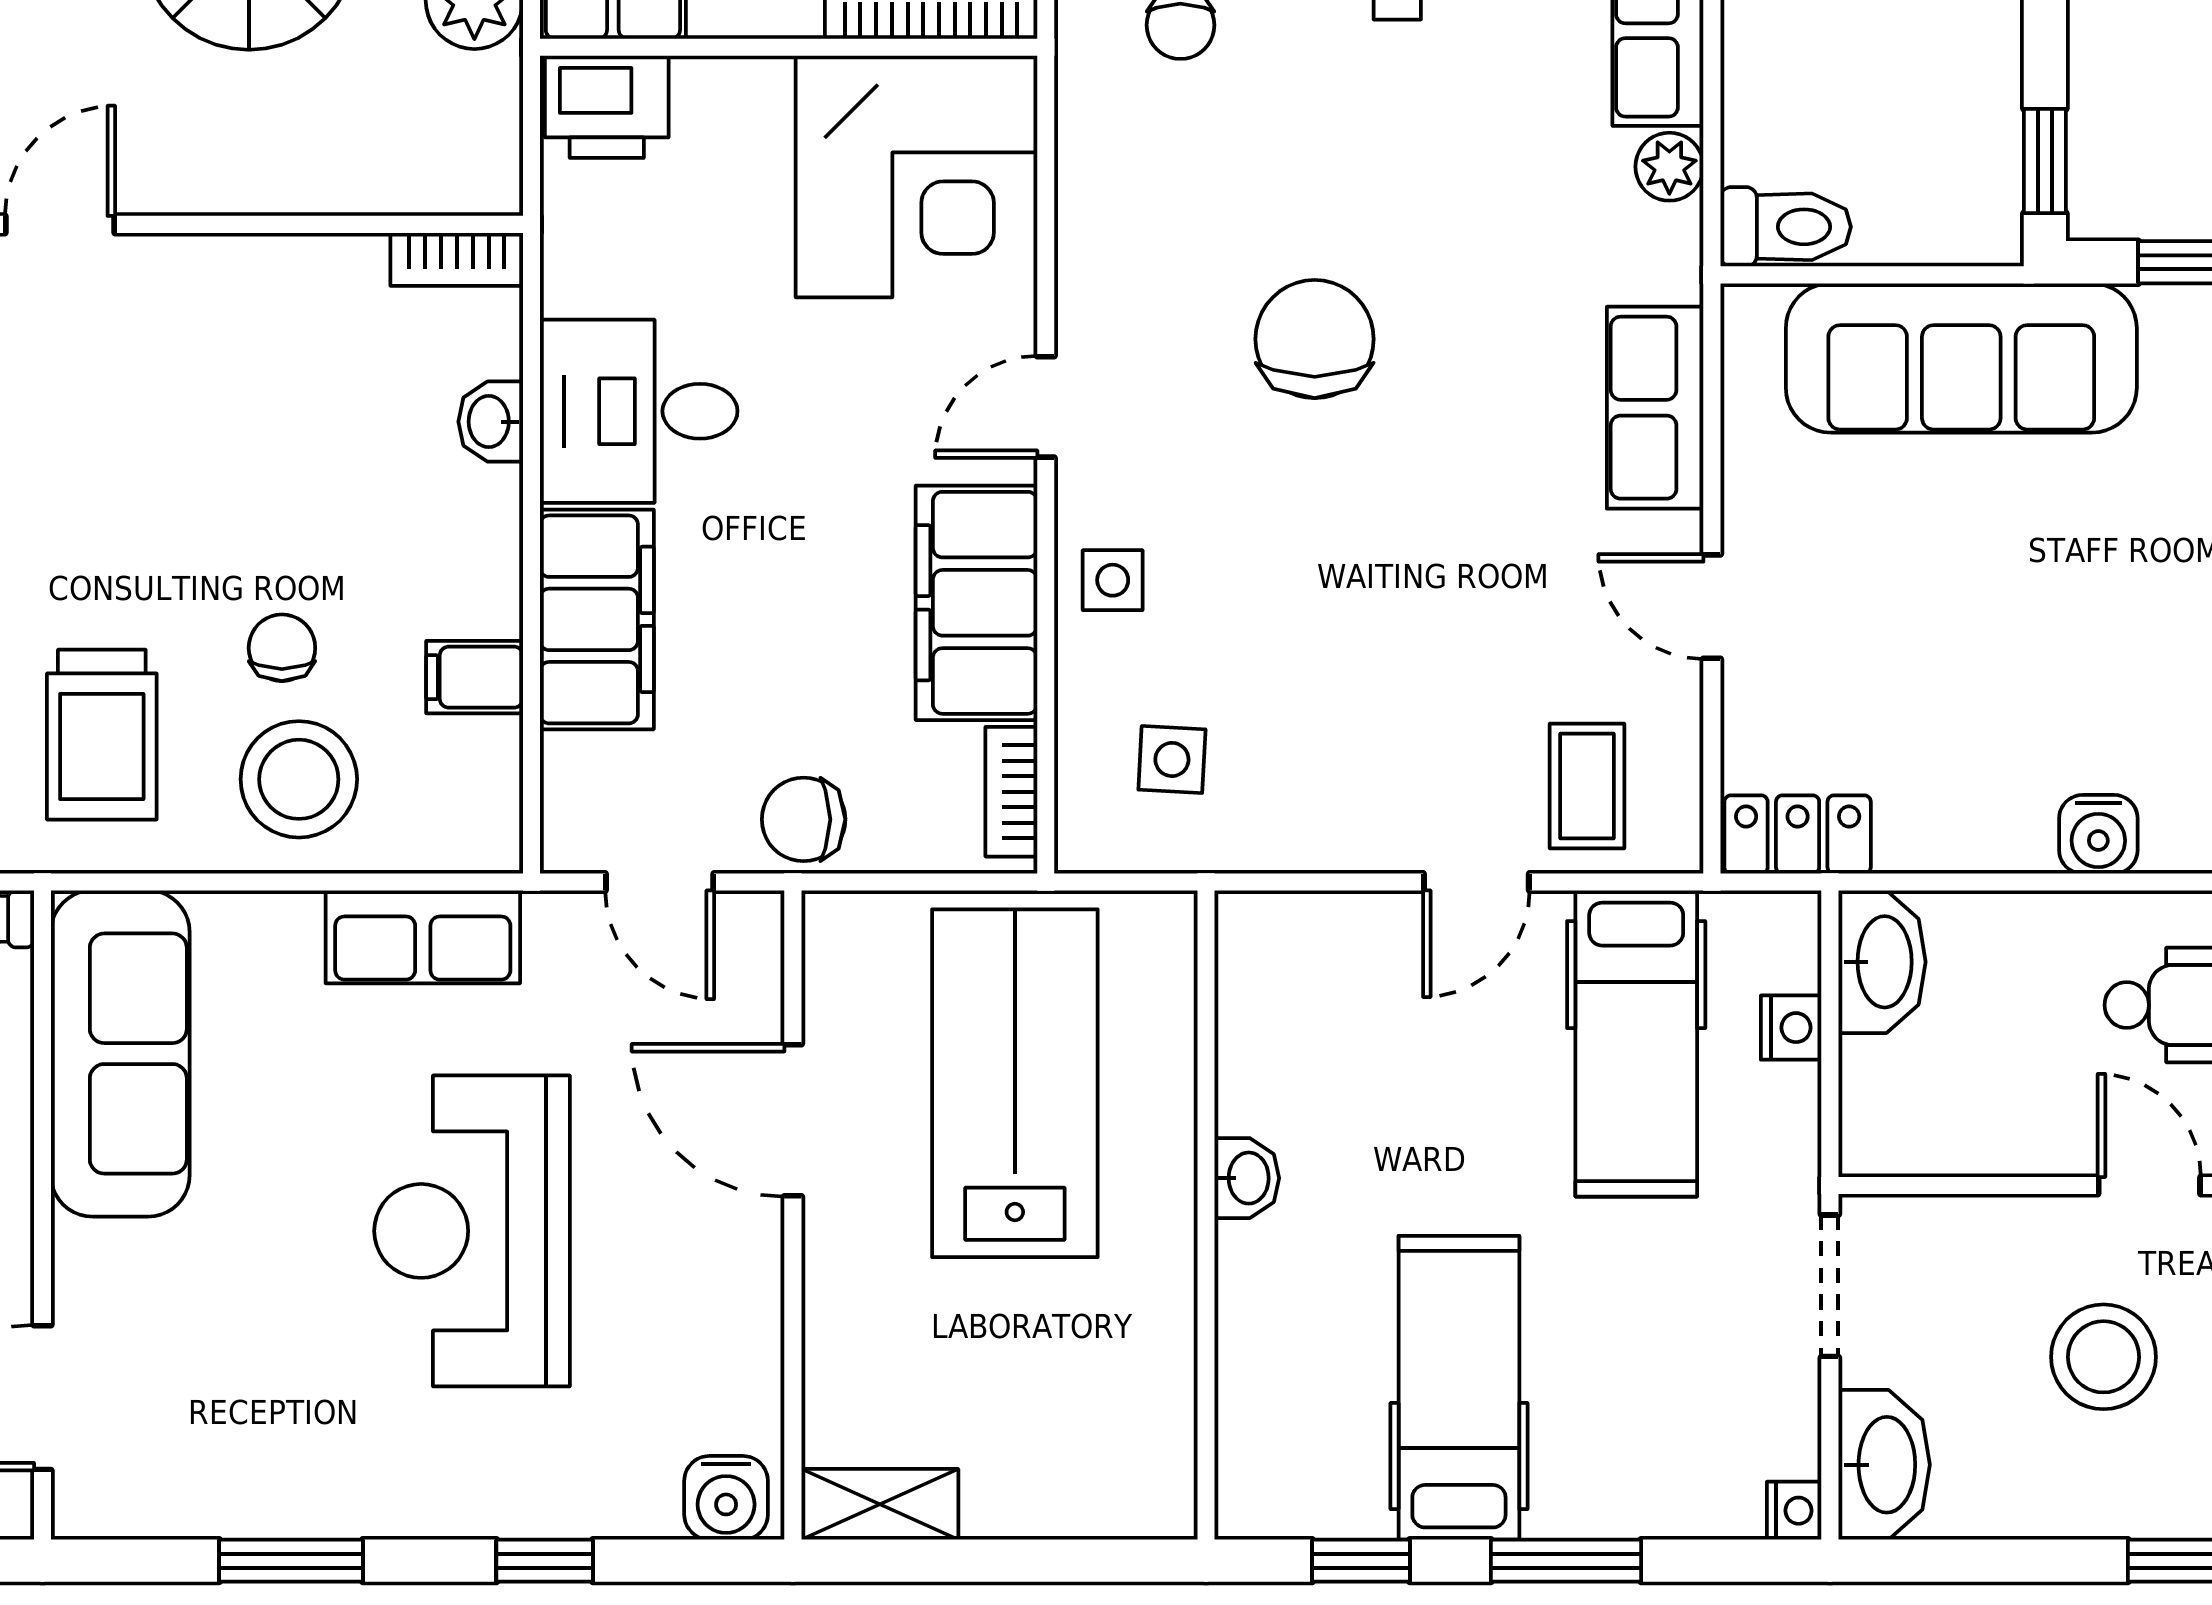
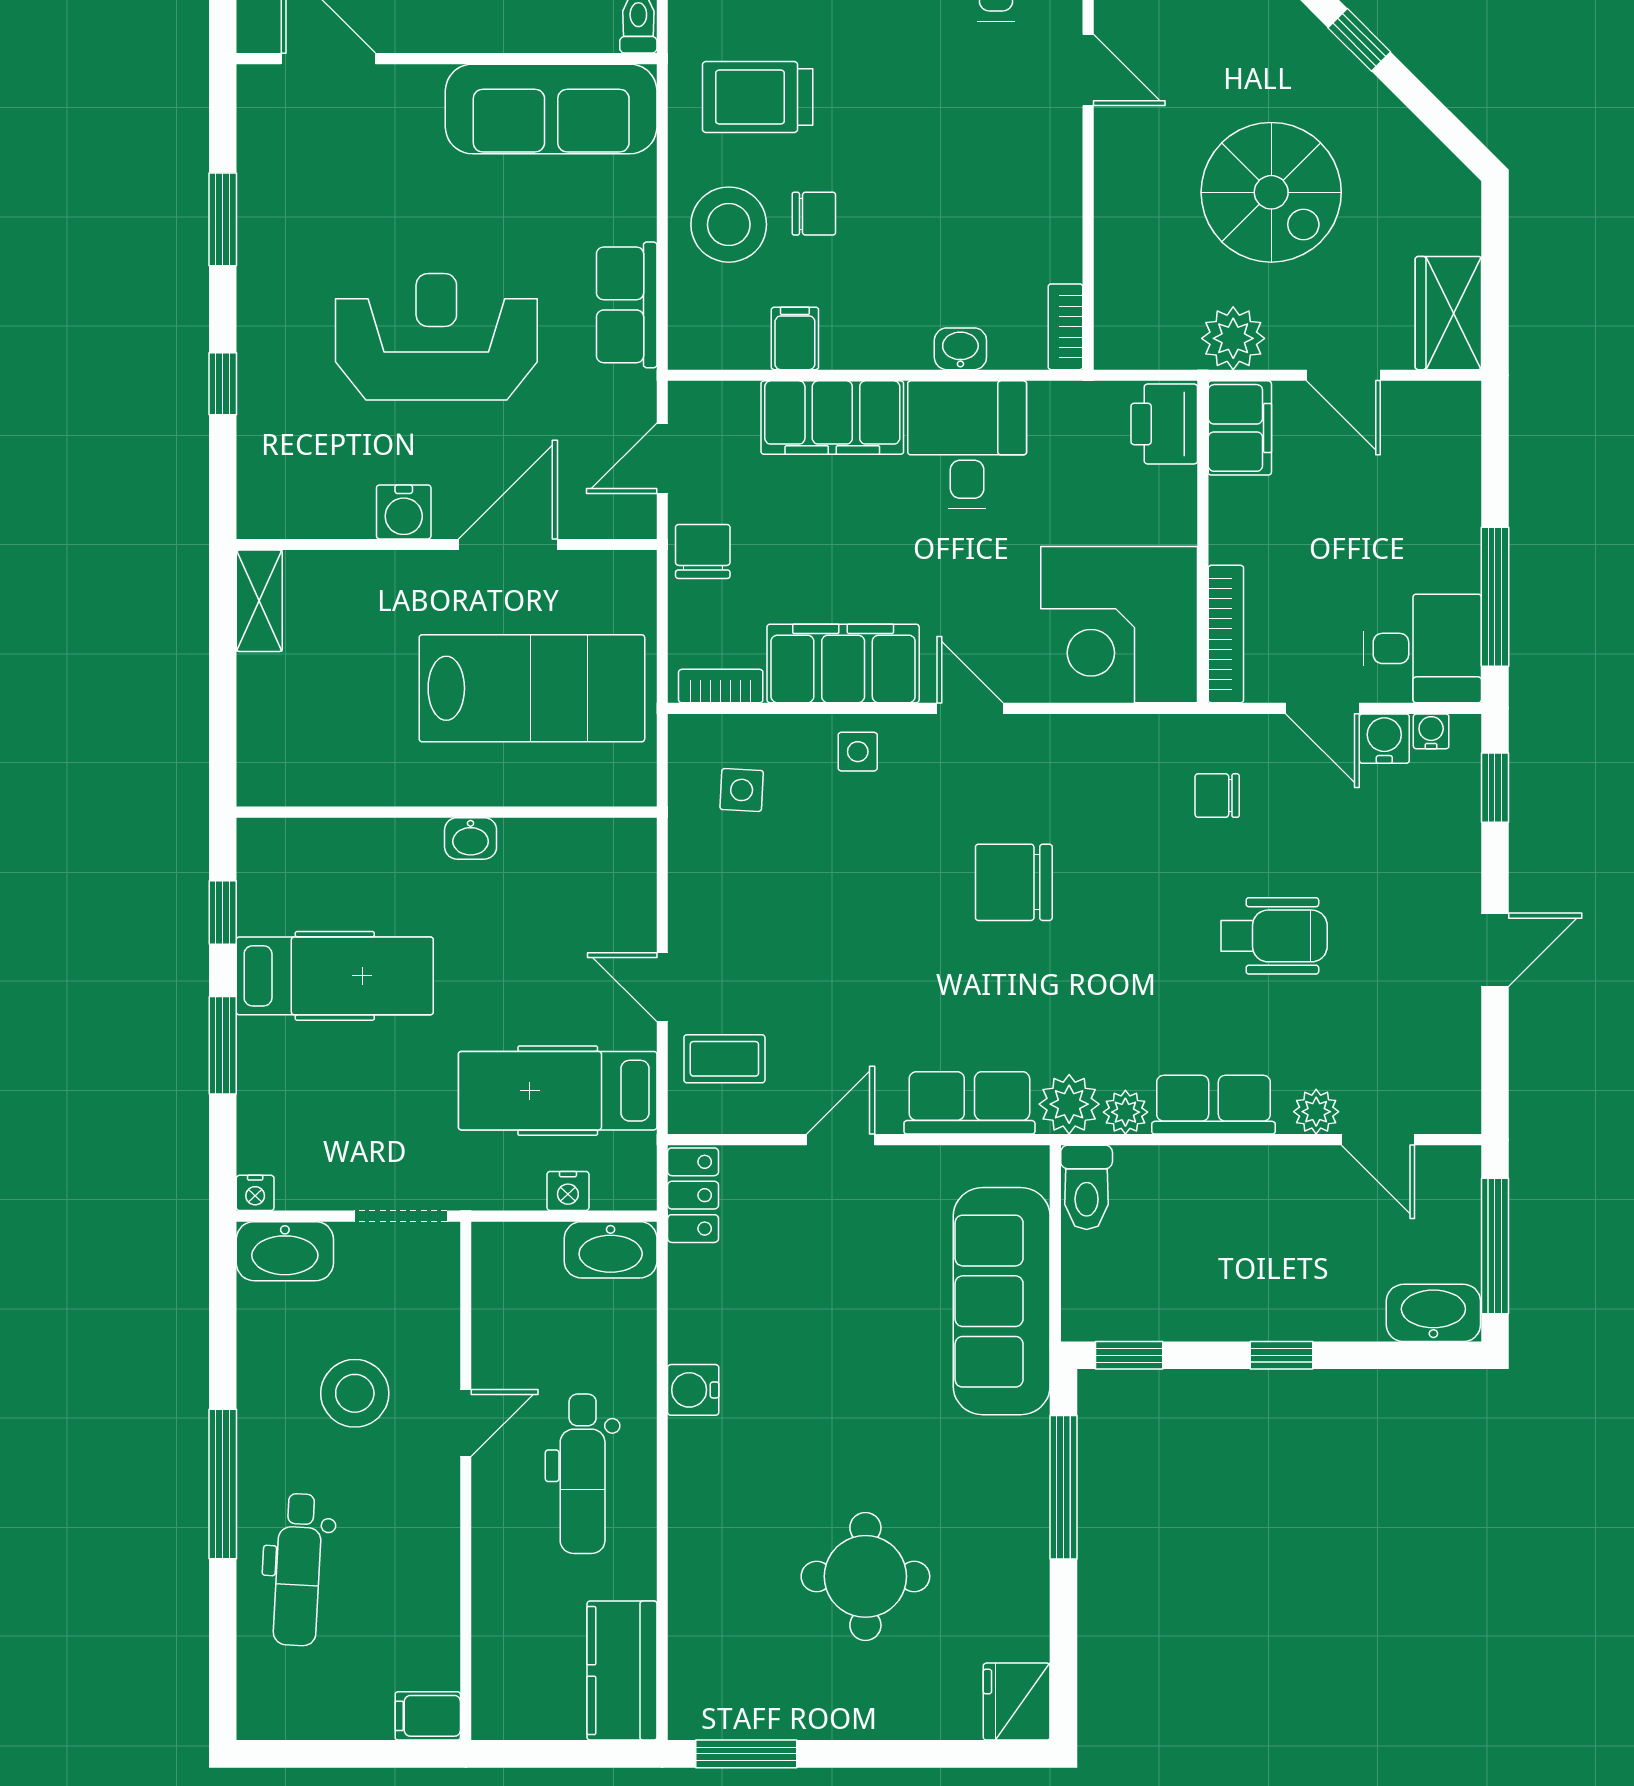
plant: (1657, 254) -> (1069, 1104), added
chair: (1315, 339) -> (1014, 882), turned 180
water cooler: (726, 1498) -> (404, 512), moved, turned -90

